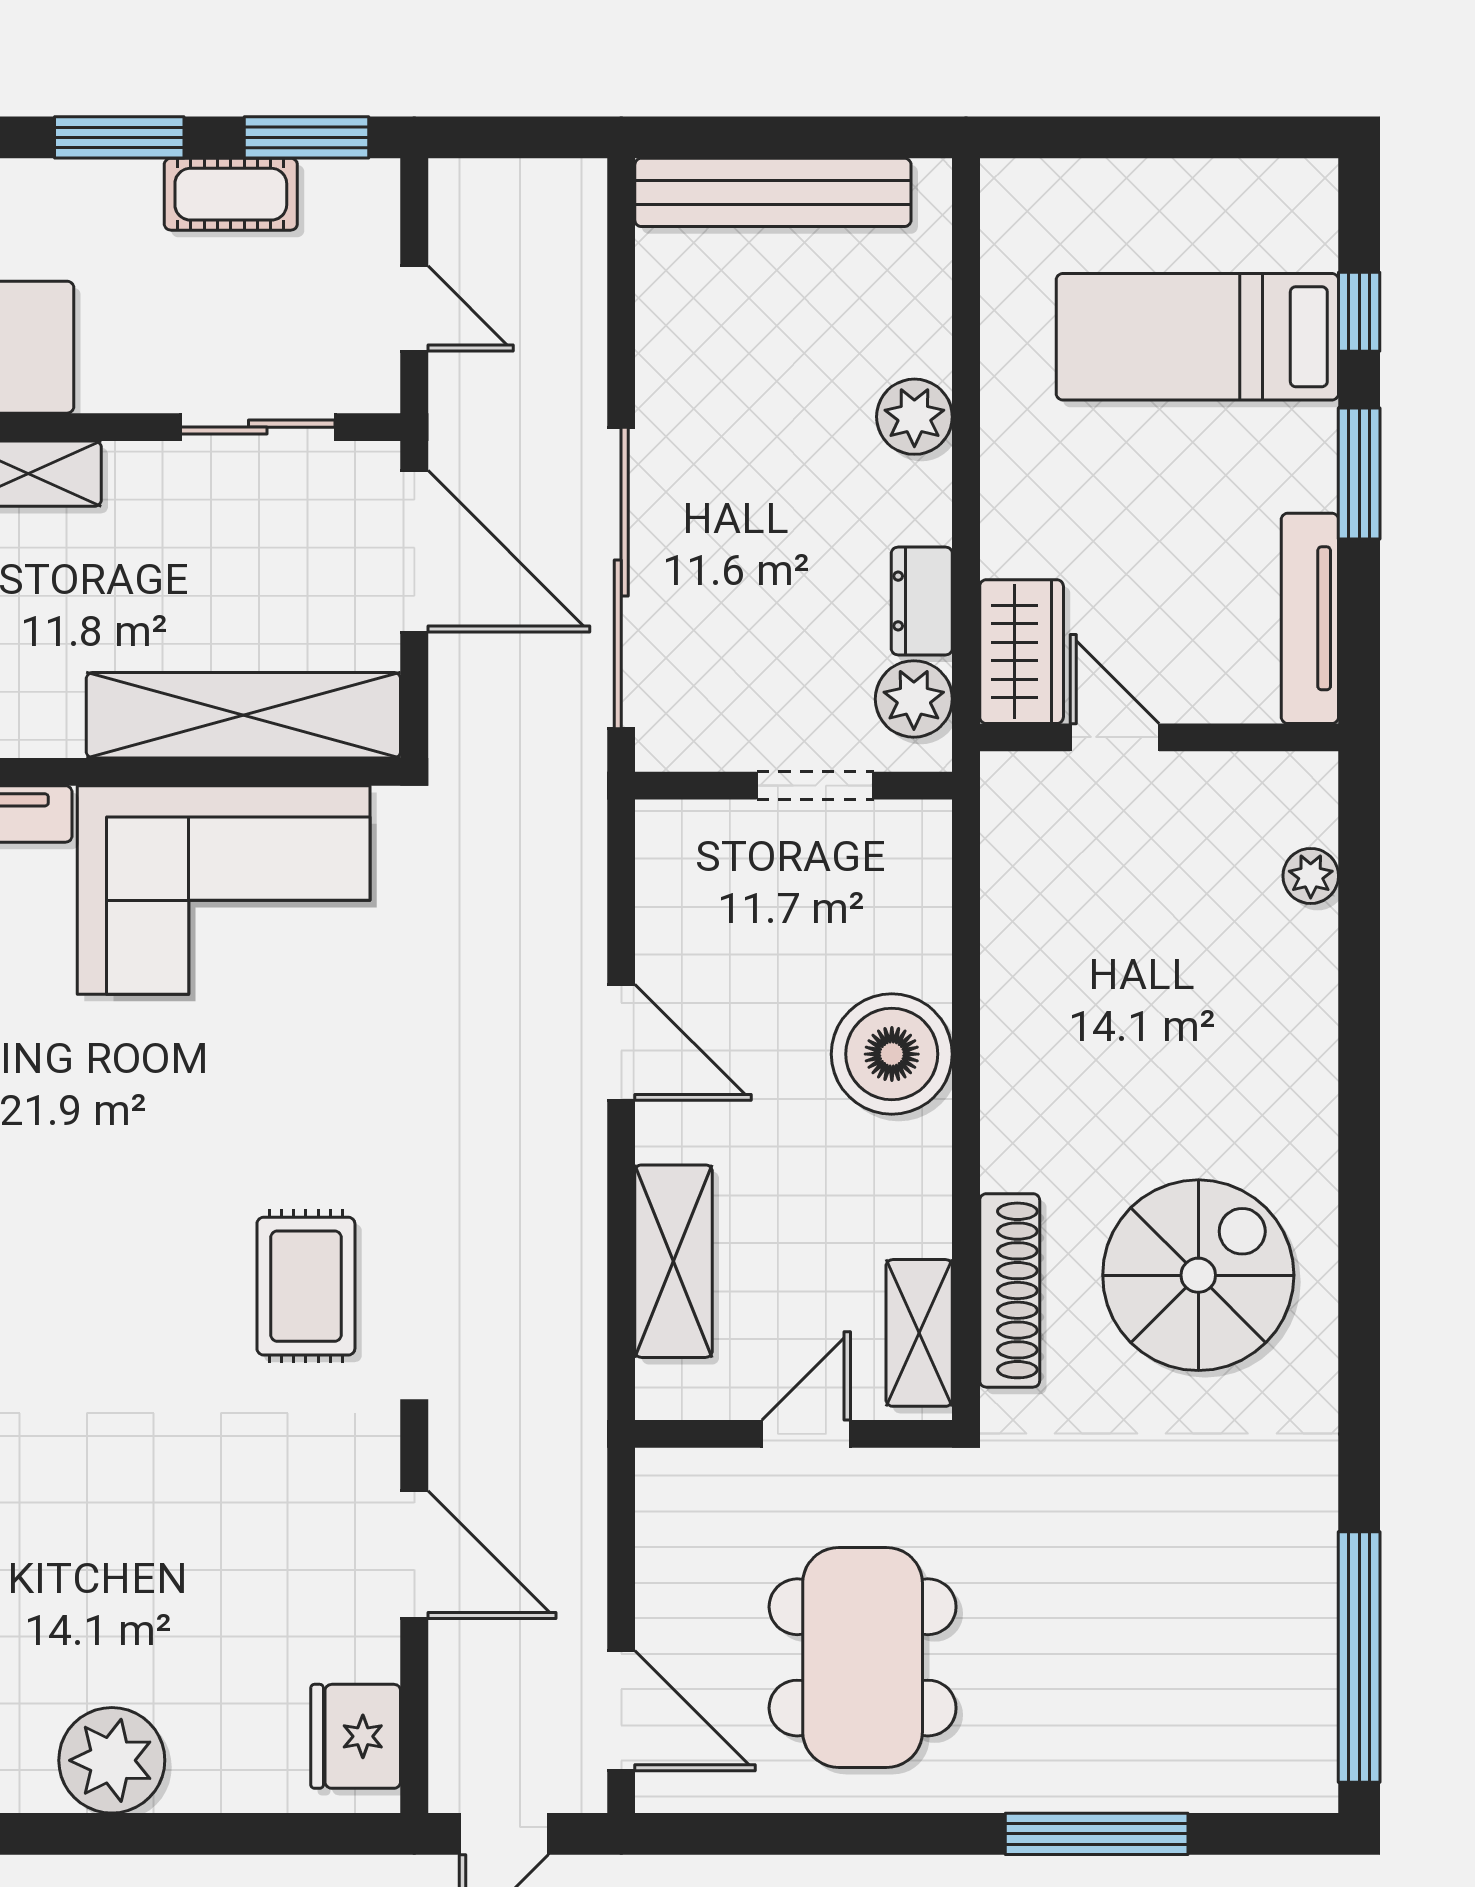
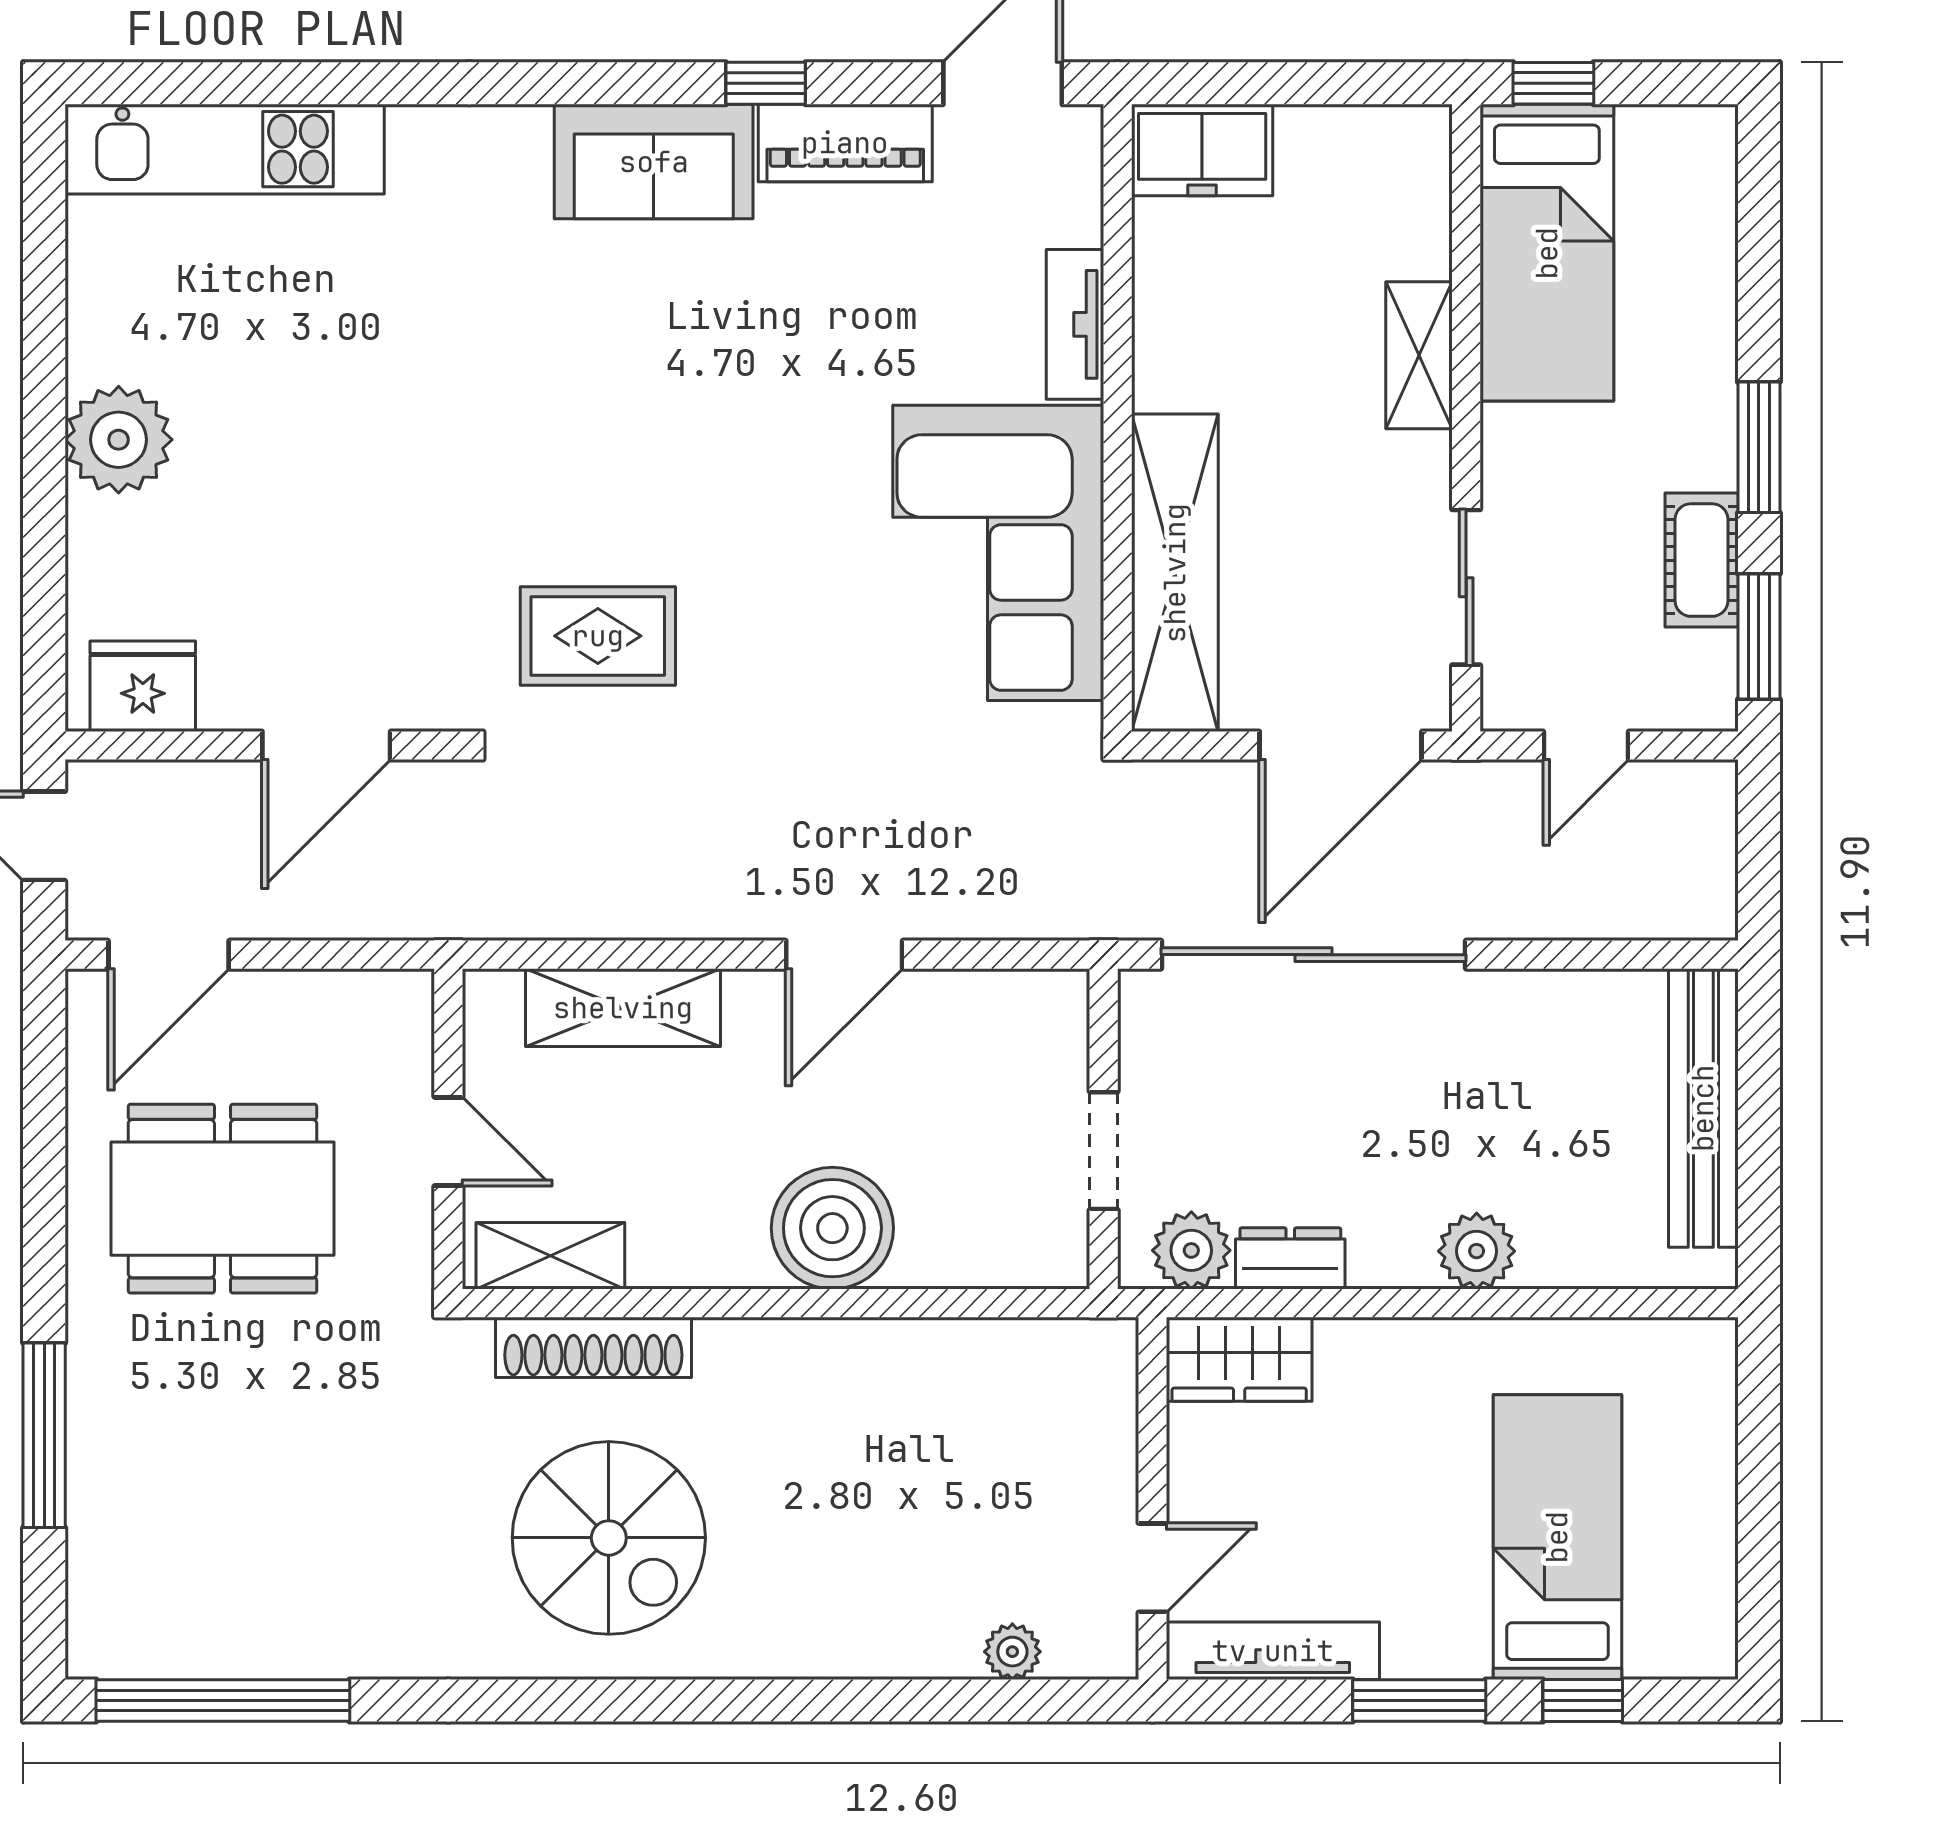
door: (1115, 737) -> (1152, 1568), moved

